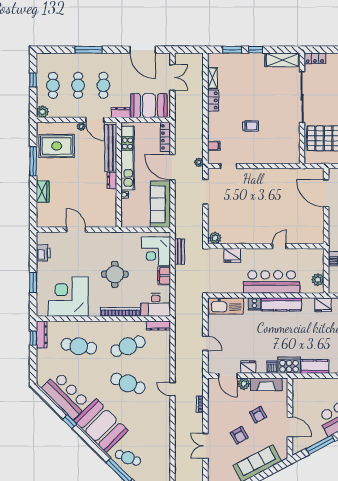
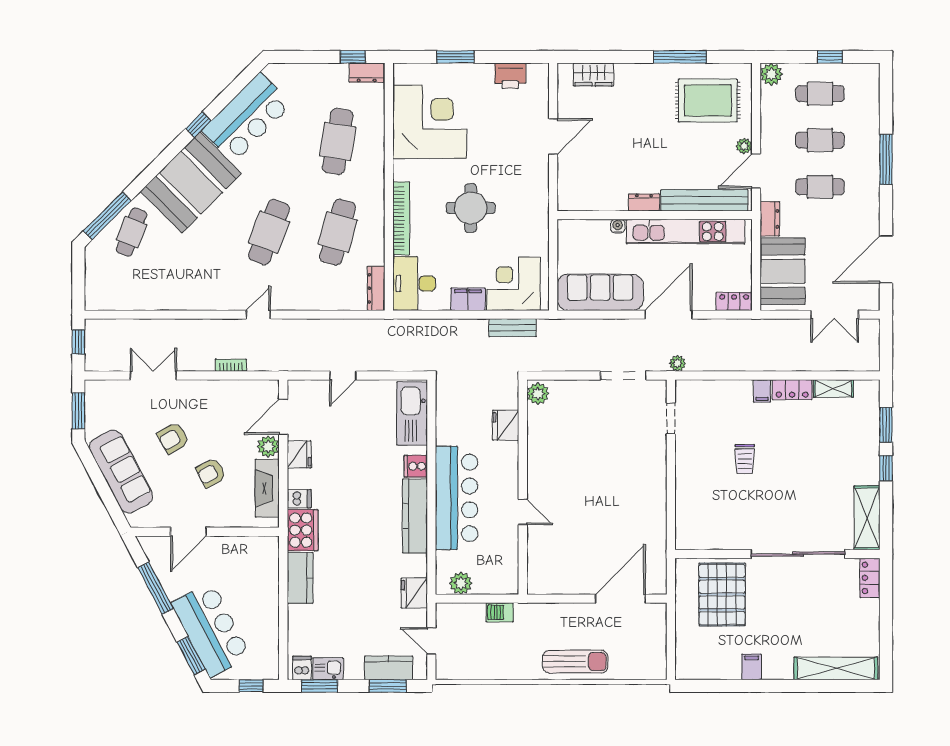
locker: (165, 137) -> (734, 301), width x0.66
rug: (57, 146) -> (708, 100), turned 90
filing cabinet: (214, 146) -> (762, 391), moved
wardrobe: (43, 192) -> (594, 75), moved
dresser: (42, 335) -> (367, 73), width x0.70
cafe table: (128, 346) -> (338, 232), turned 36

